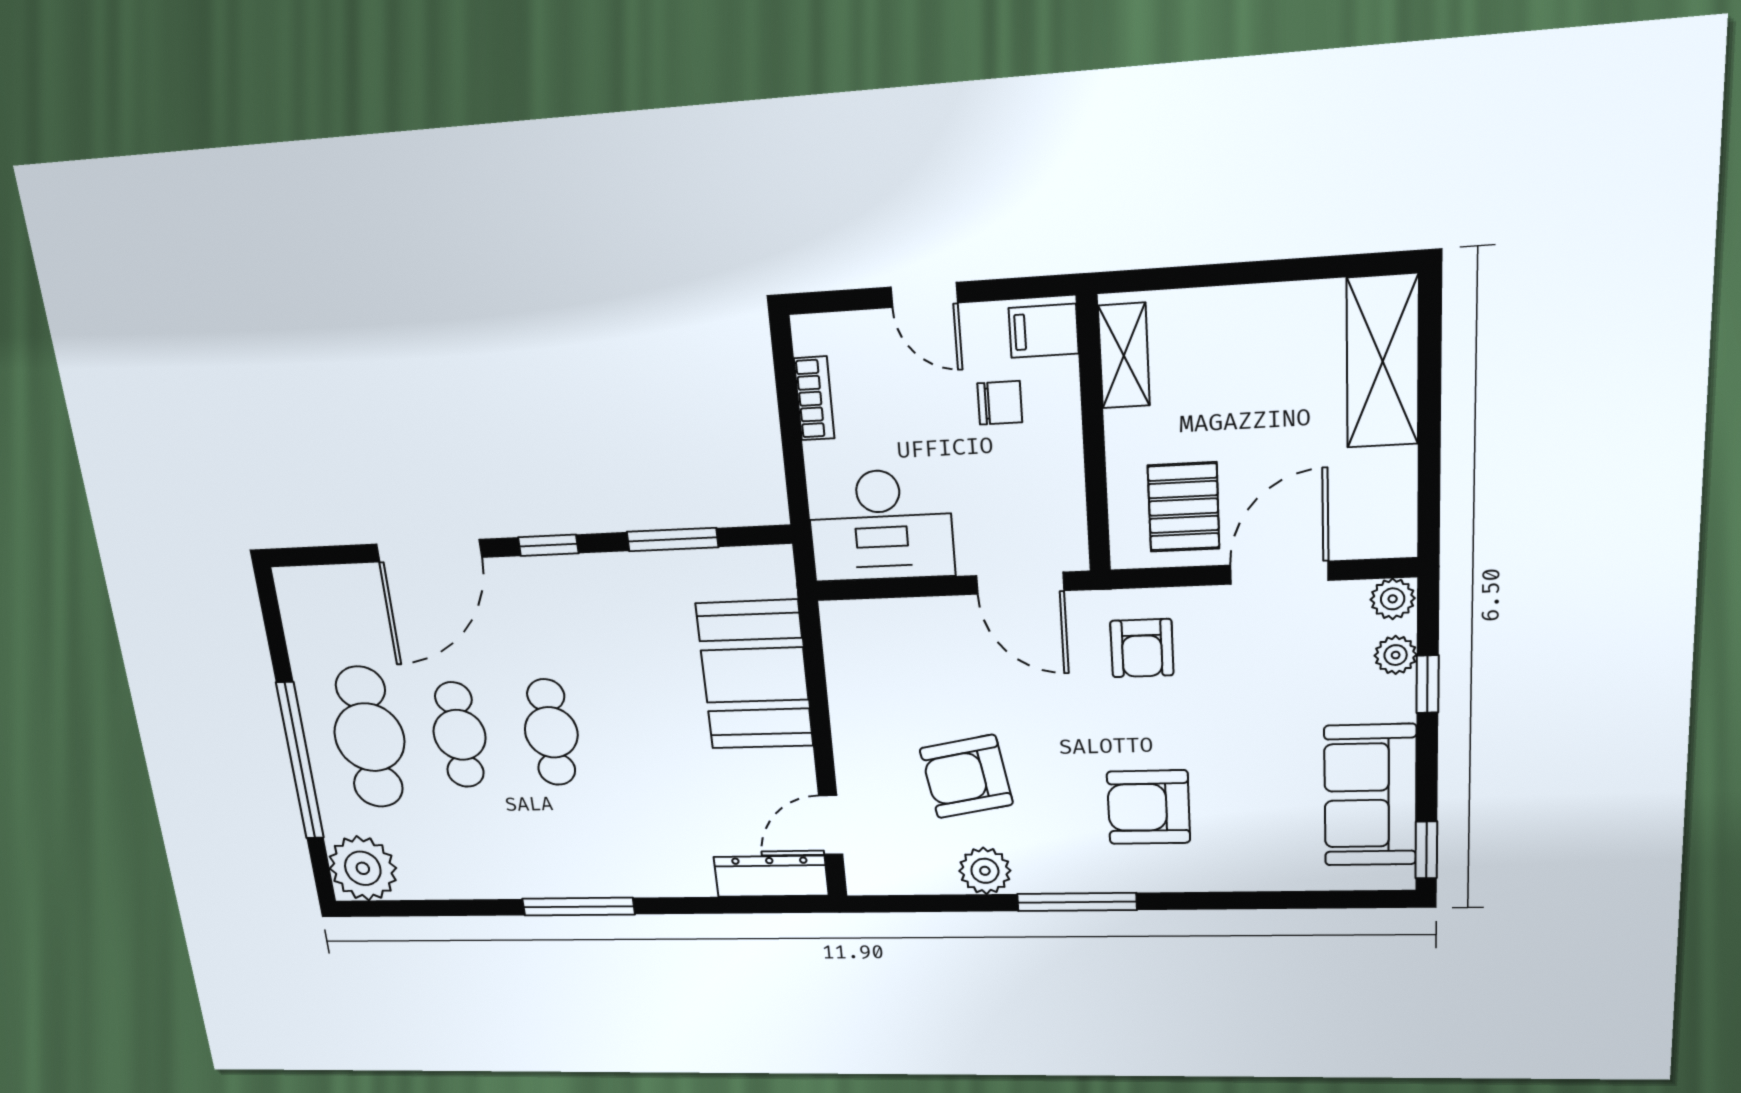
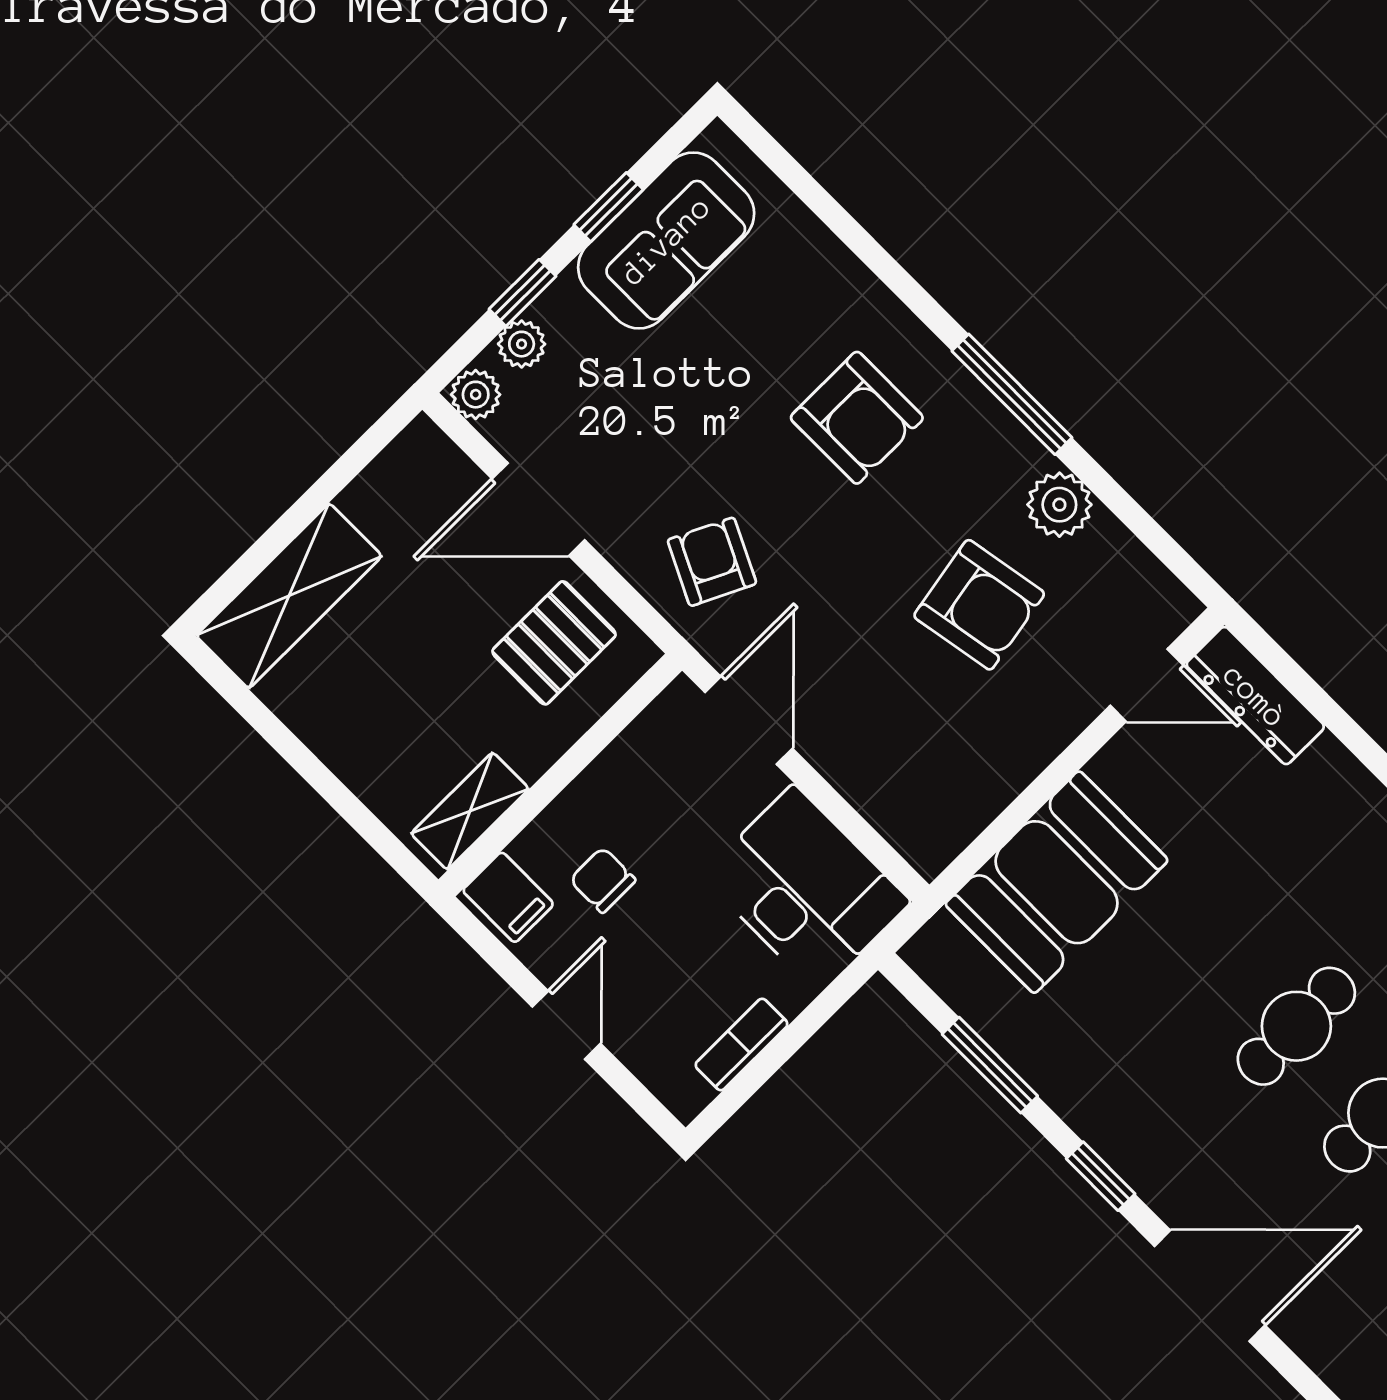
armchair: (1142, 648) -> (712, 562), turned -64
window: (1426, 850) -> (608, 207), moved

